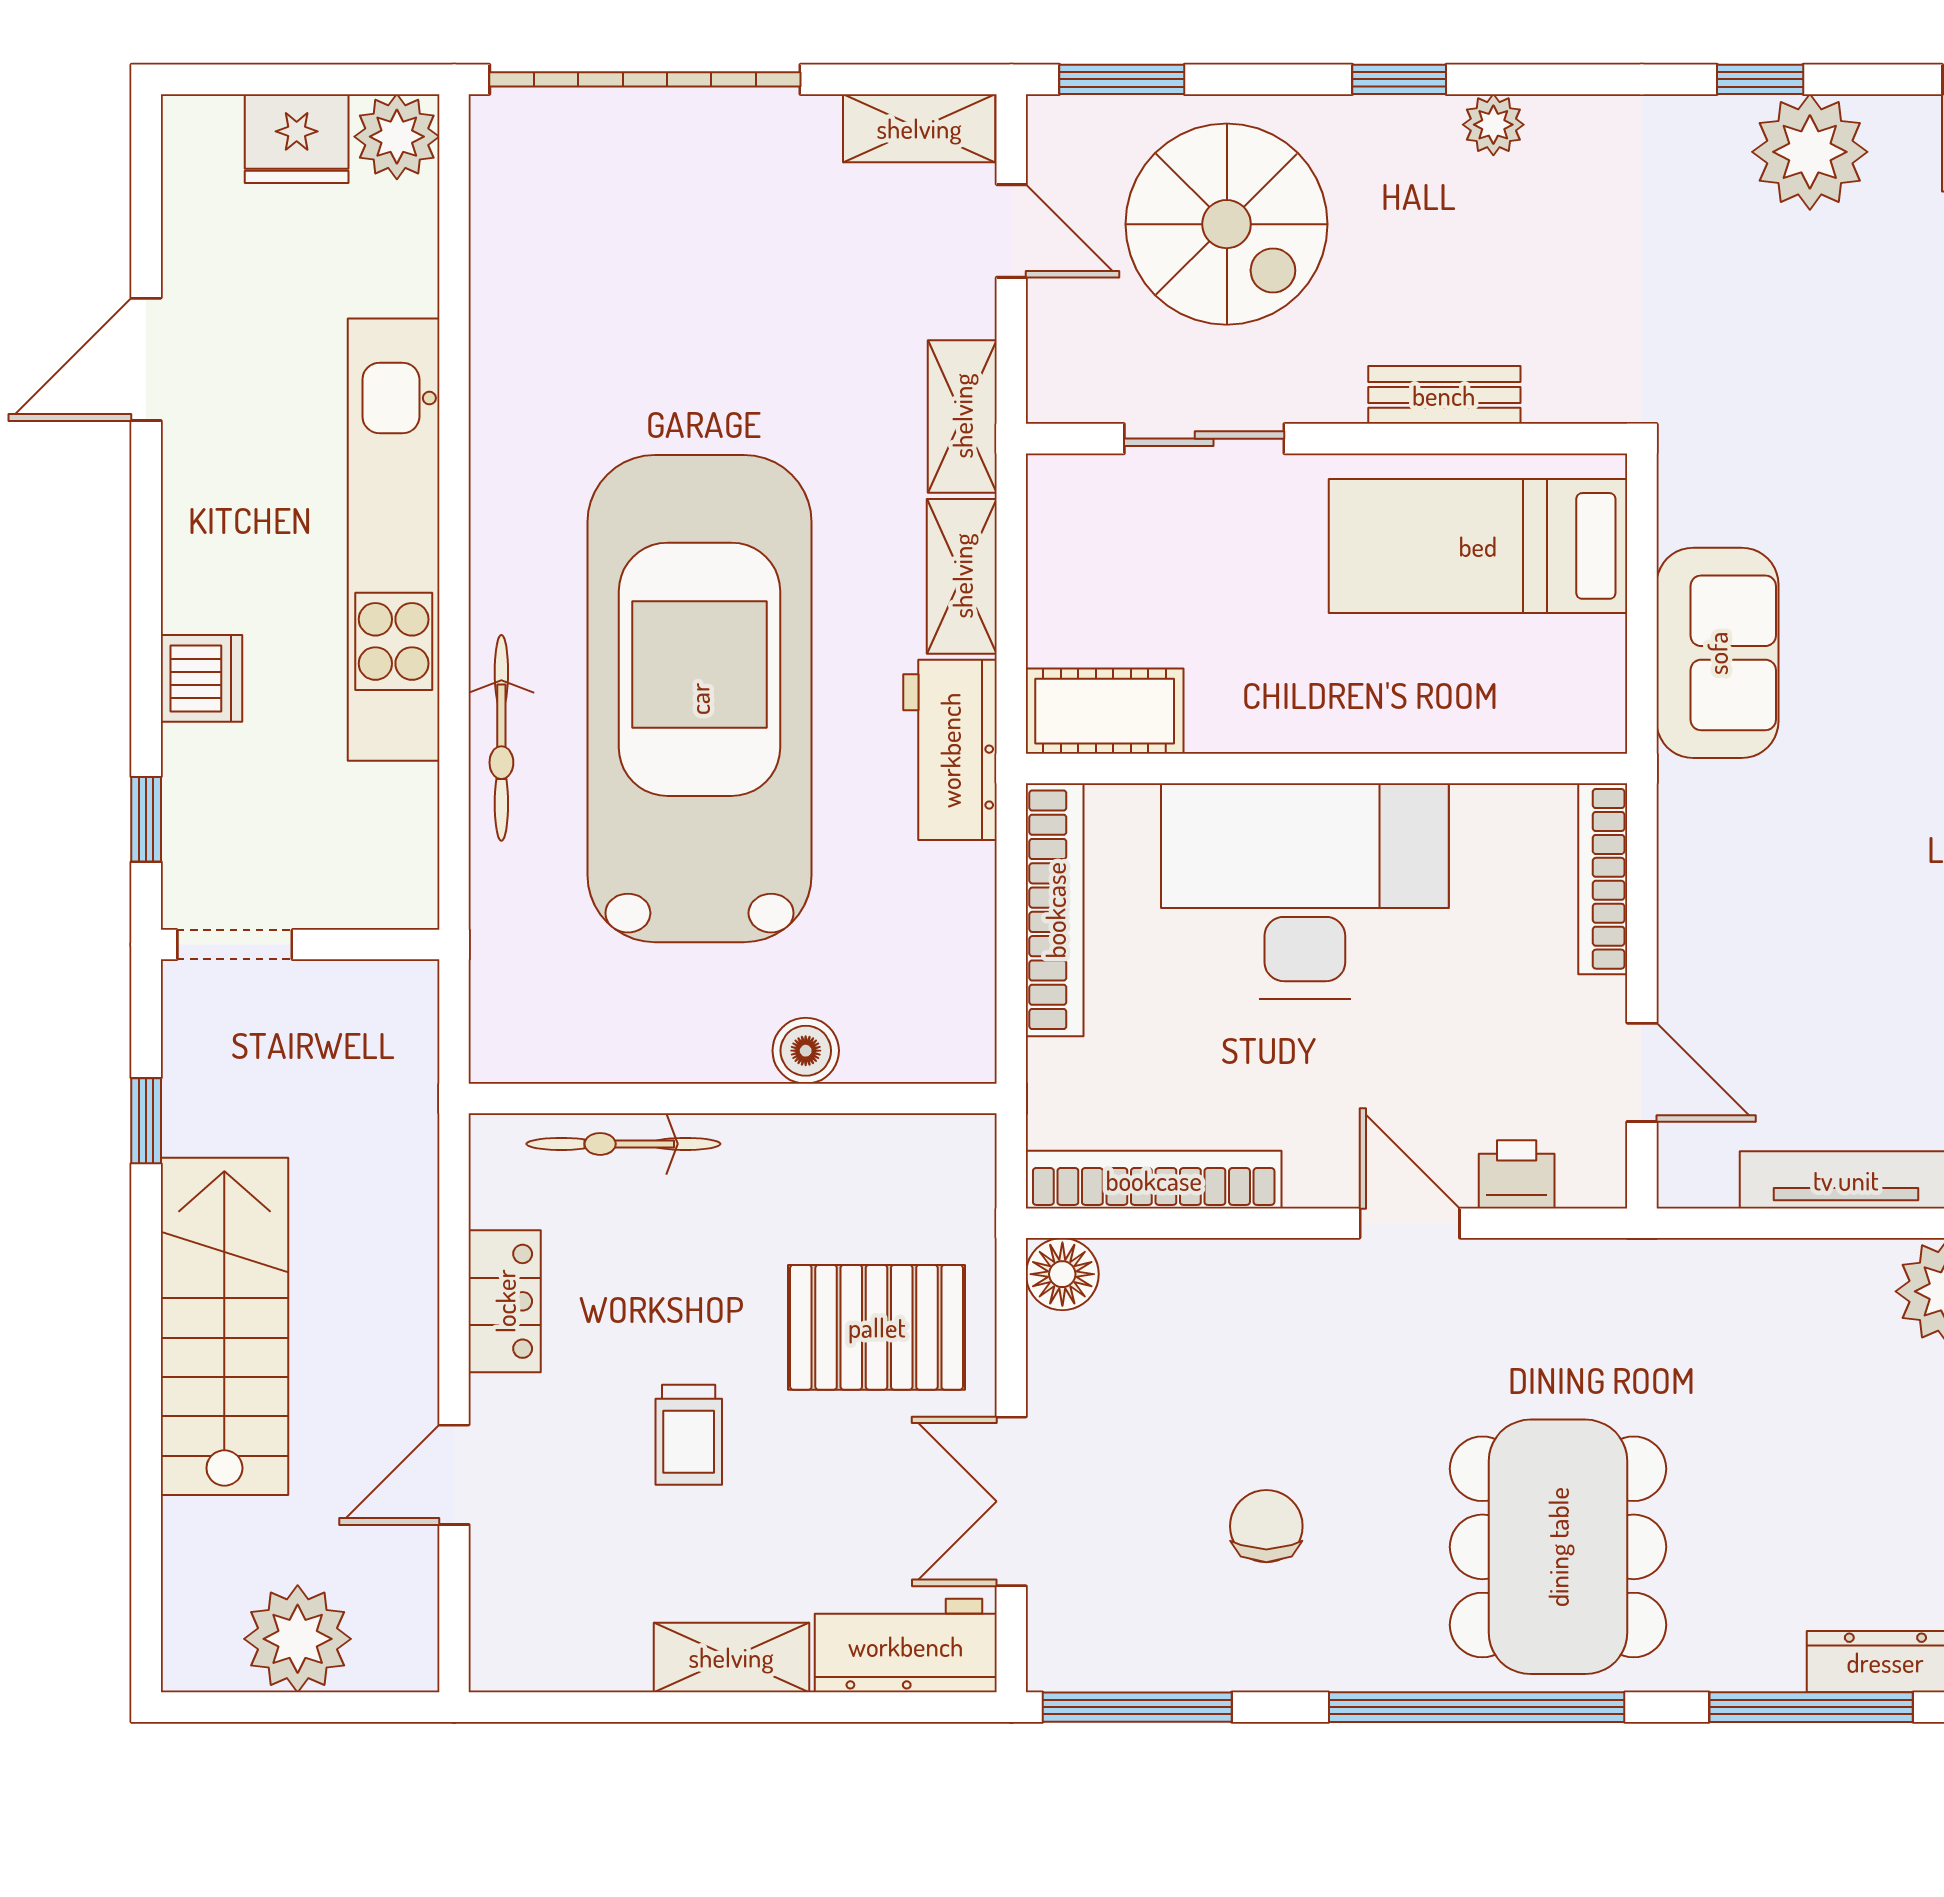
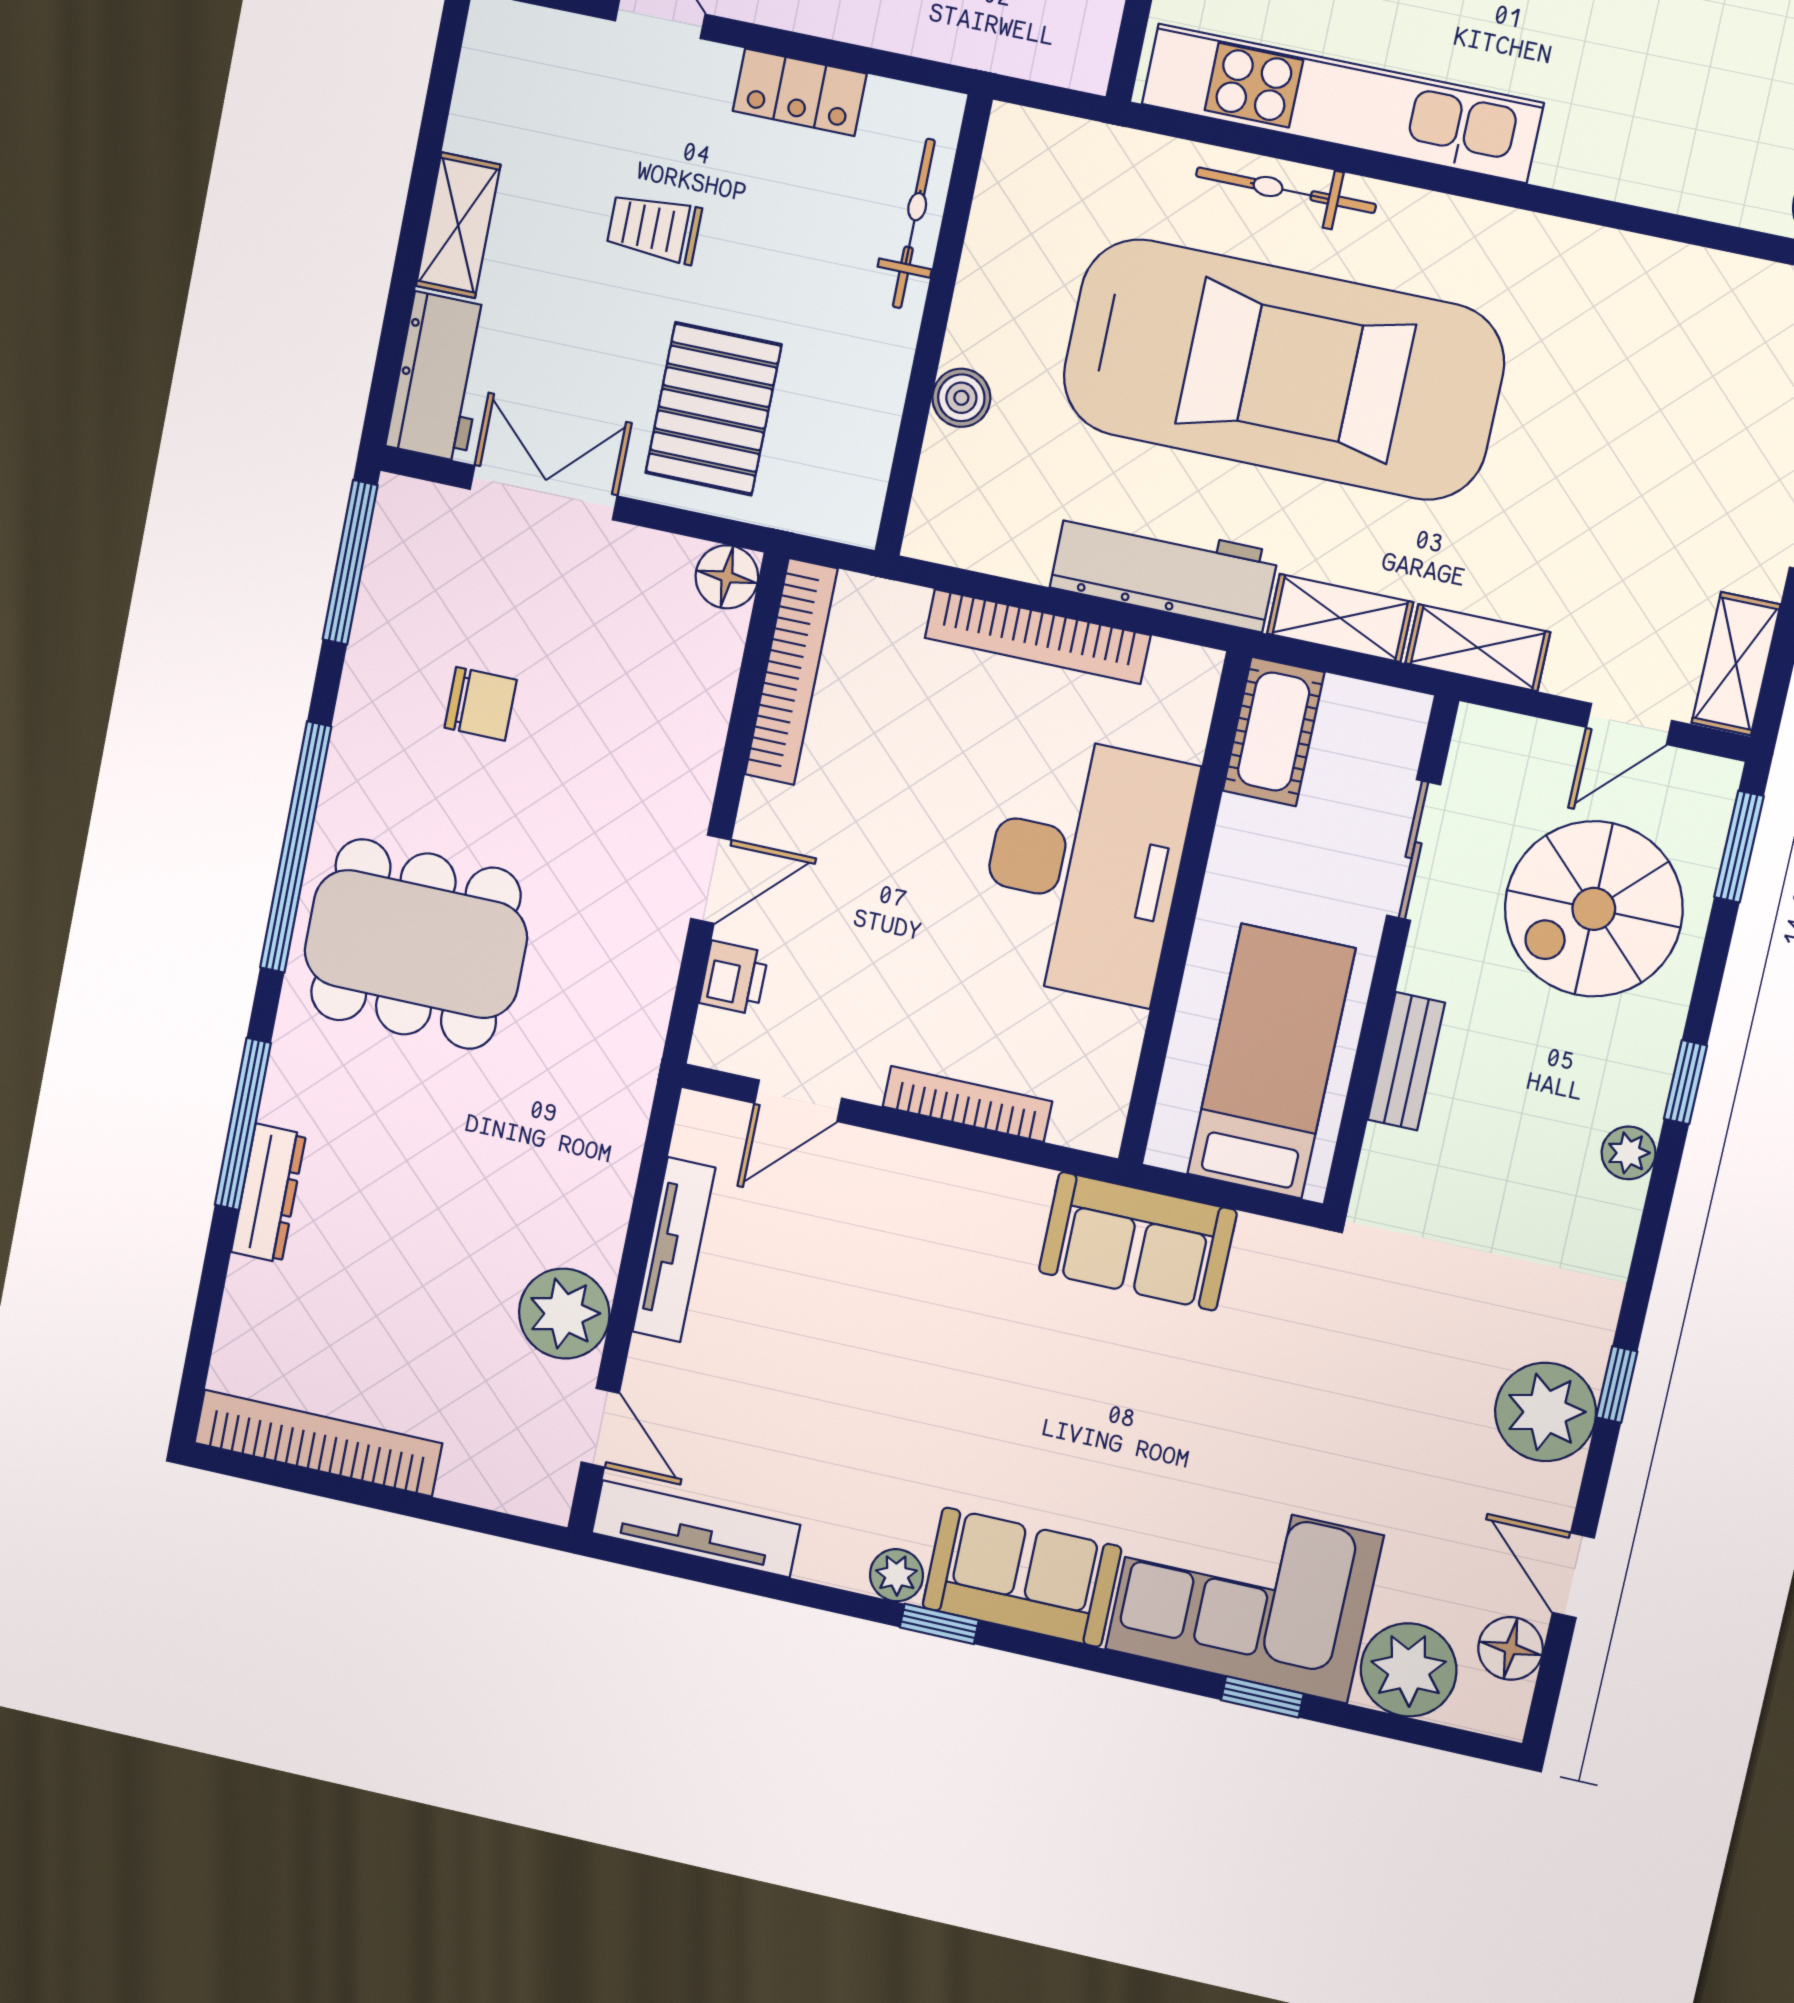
kitchen unit: (394, 540) -> (1342, 103), moved
cot: (1105, 711) -> (1274, 732), moved
workbench: (950, 750) -> (1164, 570), width x1.37
wall: (1327, 769) -> (1184, 909), moved
desk: (1305, 891) -> (1084, 868), moved

